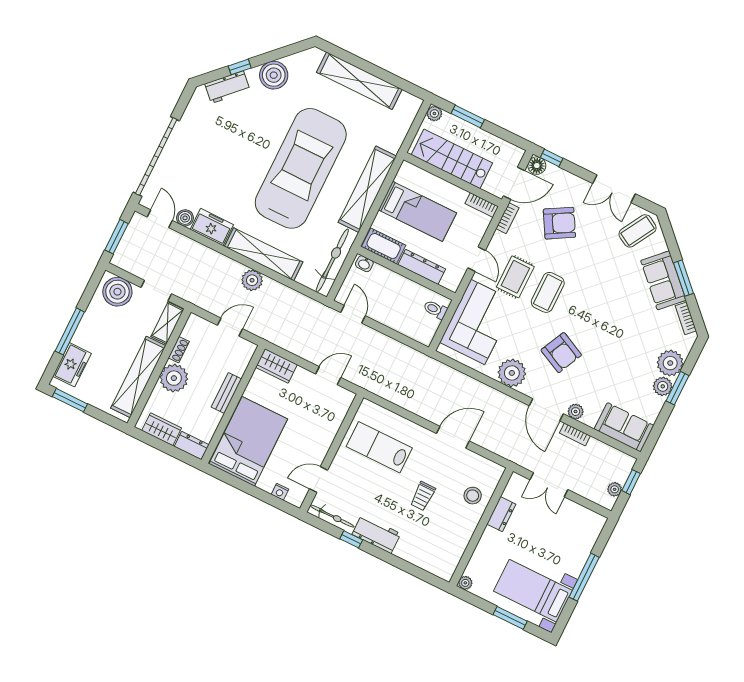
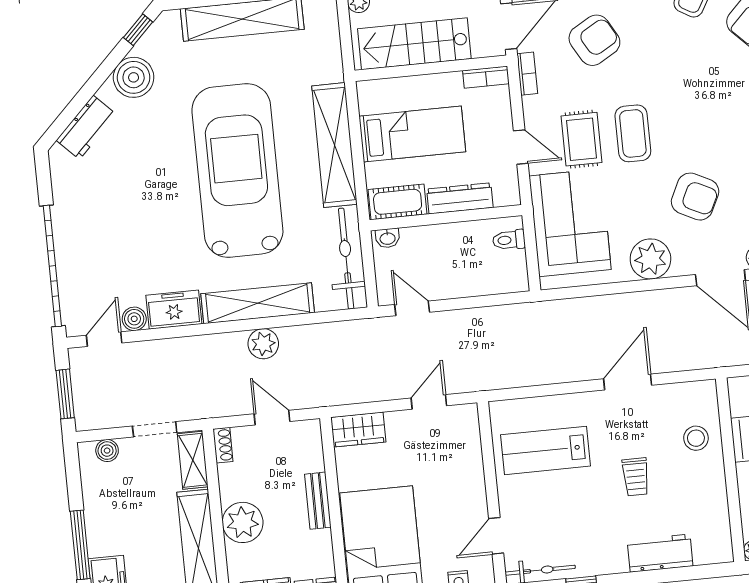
window: (240, 67) -> (138, 30), moved
door: (160, 219) -> (104, 339), hinge flipped
boiler: (117, 292) -> (107, 451), width x0.54, depth x0.54
door: (230, 327) -> (272, 418), hinge flipped
shoe rack: (179, 350) -> (223, 445), moved
workbench: (376, 534) -> (660, 553), moved

